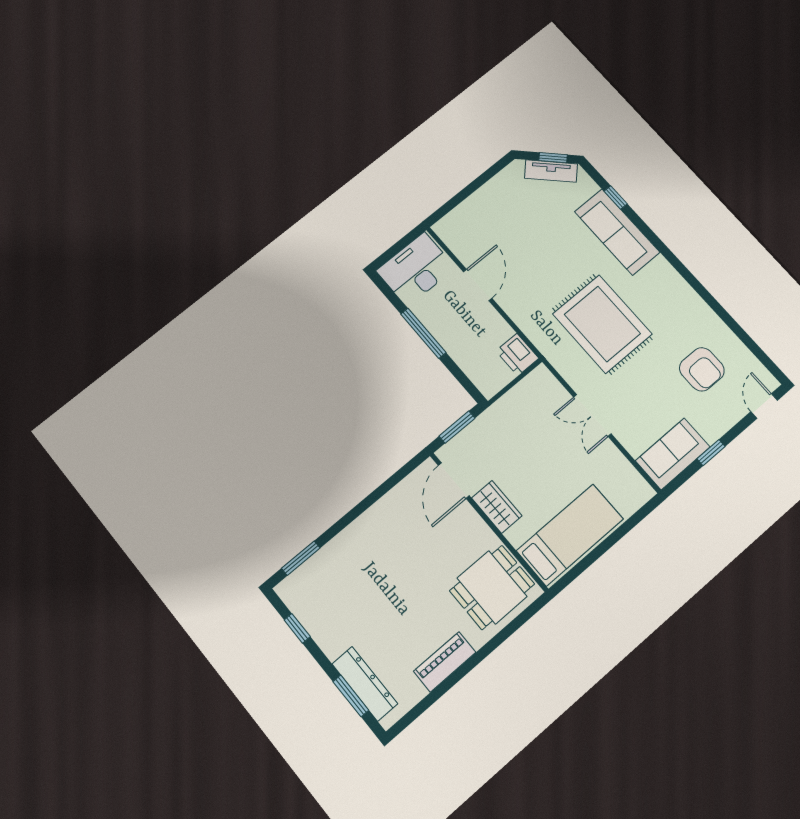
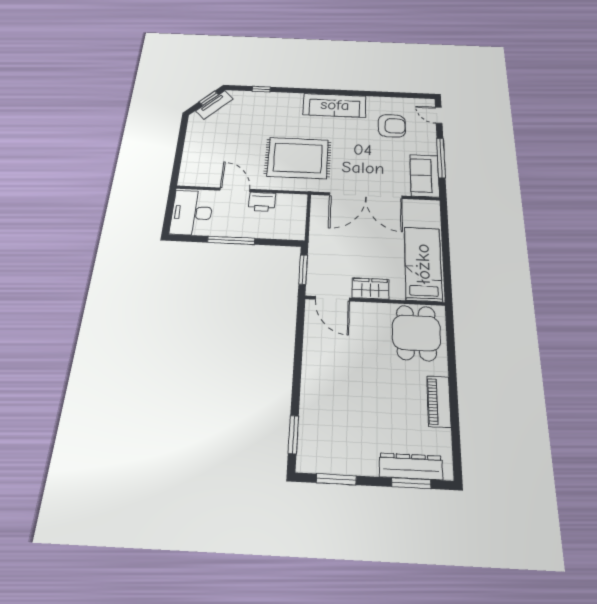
sofa: (617, 232) -> (335, 105), moved
rug: (602, 324) -> (298, 158), moved
printer: (517, 354) -> (262, 202), moved
double door: (592, 415) -> (366, 196), width x1.87
window: (711, 453) -> (441, 158), width x2.17
window: (297, 628) -> (336, 479), width x1.50

